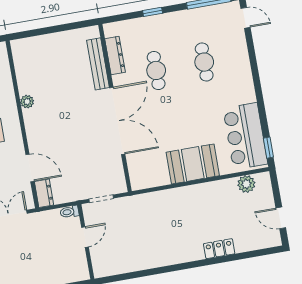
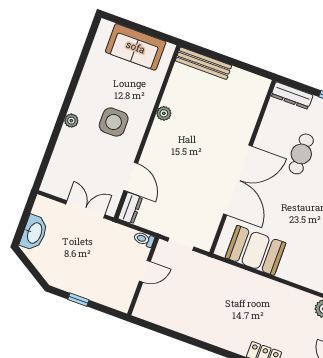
dresser: (115, 55) -> (292, 96), moved, turned 90
bench: (98, 64) -> (204, 63), moved, turned 90
booth: (193, 164) -> (256, 250), moved

